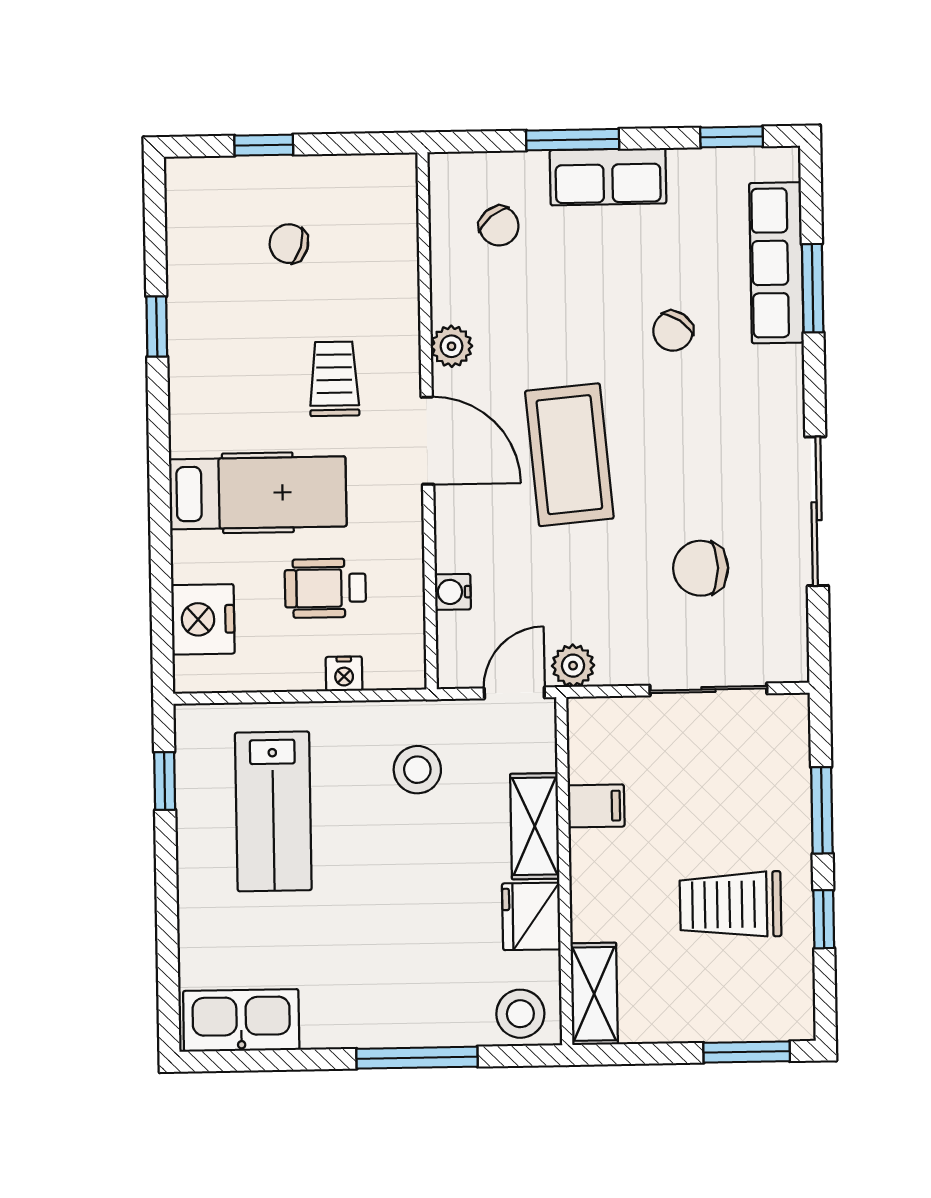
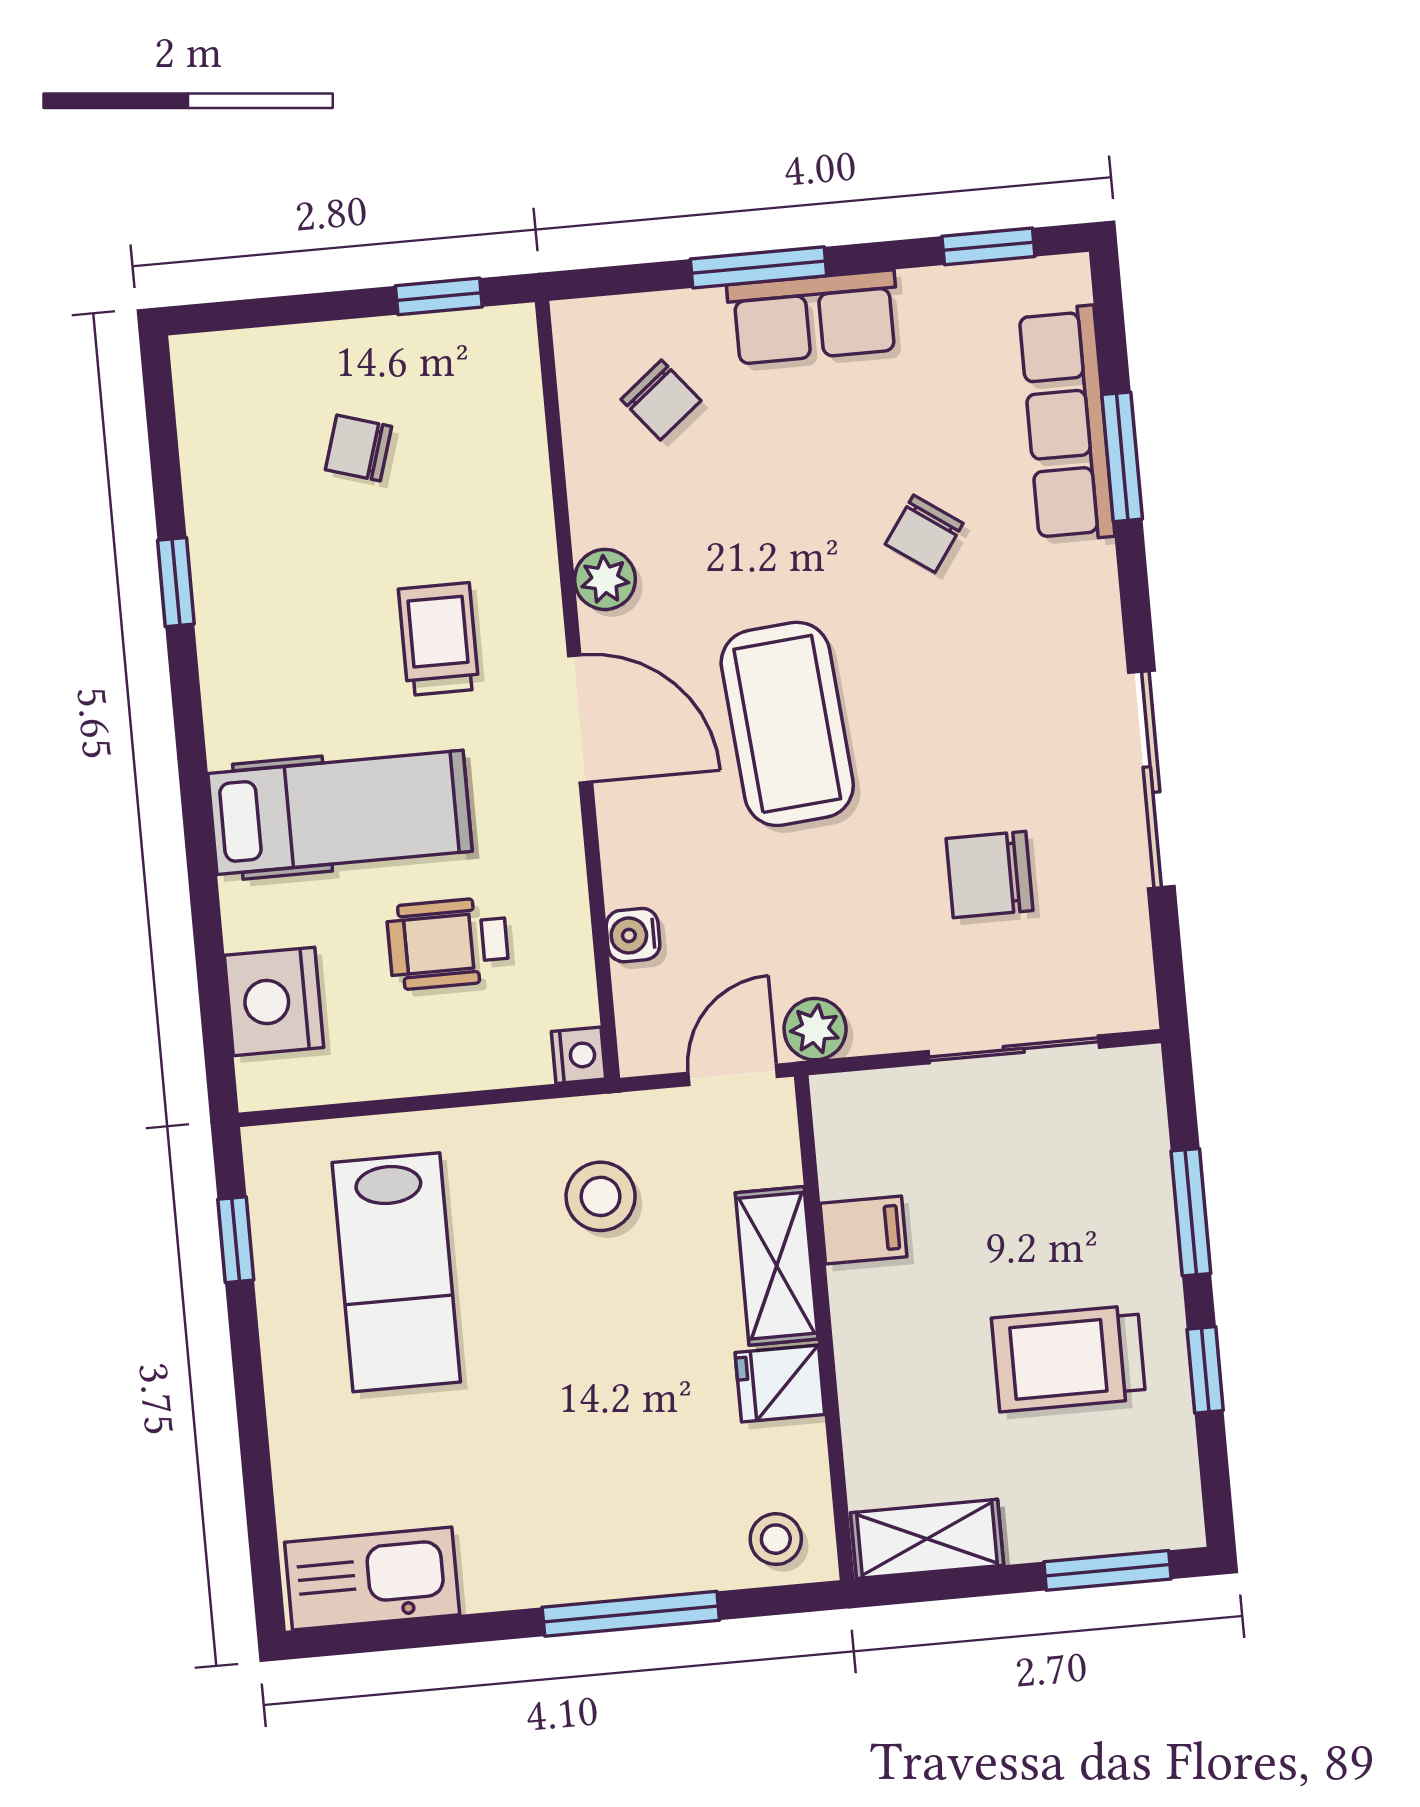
window: (264, 145) -> (439, 296), moved
nightstand: (344, 674) -> (578, 1055), moved, turned -90
fridge: (531, 916) -> (780, 1383), width x0.72
shelving: (594, 994) -> (927, 1539), moved, turned 90
stool: (520, 1014) -> (776, 1539), width x0.73, depth x0.73

